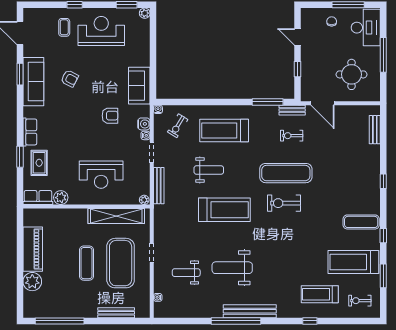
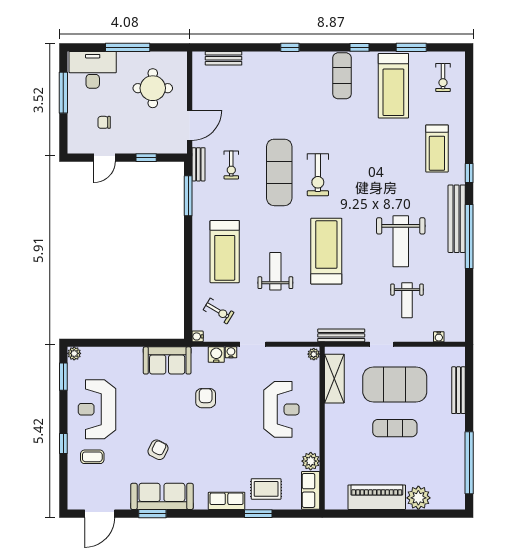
chair: (332, 21) -> (104, 122), moved
bench: (159, 186) -> (341, 335), moved
shelving: (116, 216) -> (334, 379), width x0.68
treadmill: (320, 294) -> (437, 148), moved
window: (310, 321) -> (469, 173), moved

